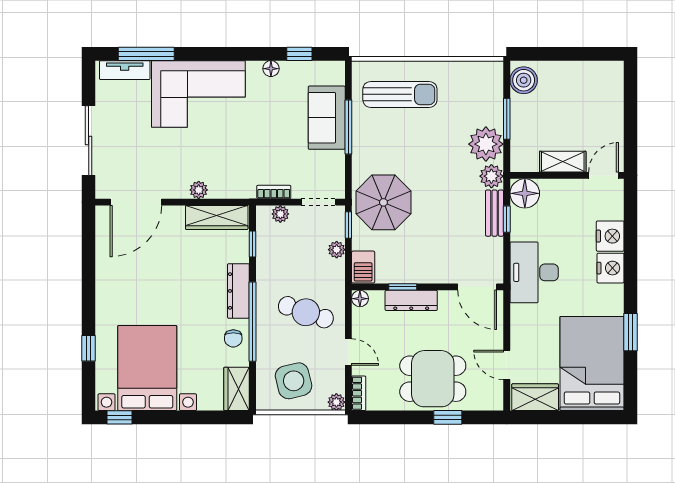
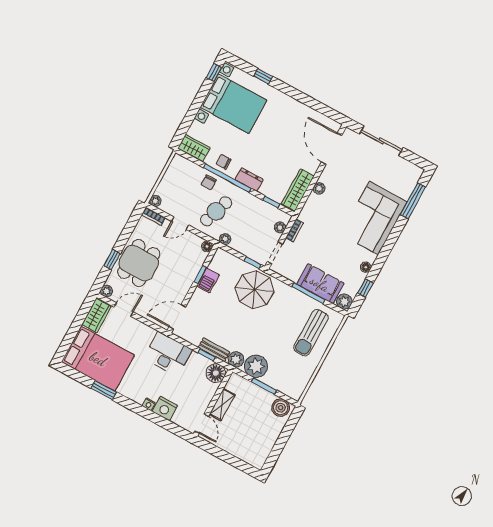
tv unit: (125, 70) -> (410, 183), removed
plant: (333, 72) -> (344, 302), added
plant: (337, 250) -> (225, 239), moved
barbecue: (363, 267) -> (208, 280), moved, turned -90
nightstand: (610, 268) -> (149, 404), width x0.53, depth x0.56
dresser: (238, 291) -> (249, 180), width x0.70
dresser: (411, 300) -> (190, 275), removed
chair: (272, 344) -> (209, 182), added
side table: (294, 381) -> (181, 183), removed
plant: (494, 402) -> (107, 291), added

